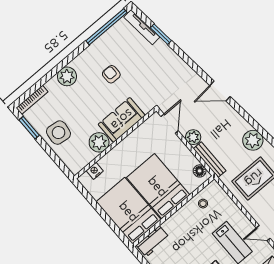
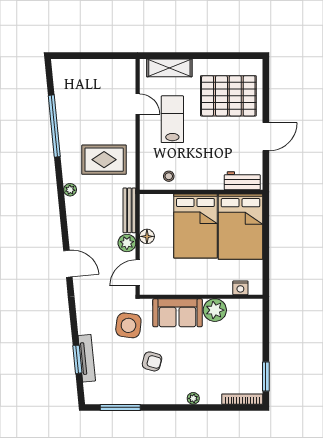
window: (106, 27) -> (120, 407), width x0.68
tv unit: (142, 27) -> (87, 358), moved
armchair: (111, 74) -> (152, 361), turned -75
plant: (67, 76) -> (193, 398), width x0.53, depth x0.53
side table: (58, 133) -> (128, 325), moved
plant: (253, 140) -> (70, 190), width x0.53, depth x0.53
floor lamp: (200, 171) -> (147, 236), moved

